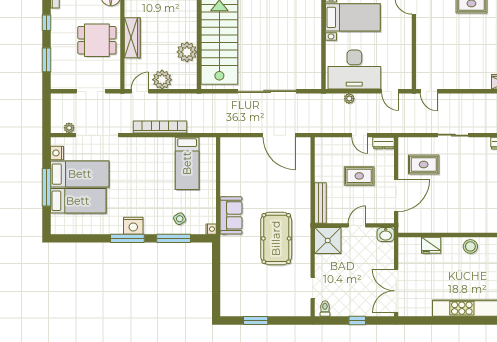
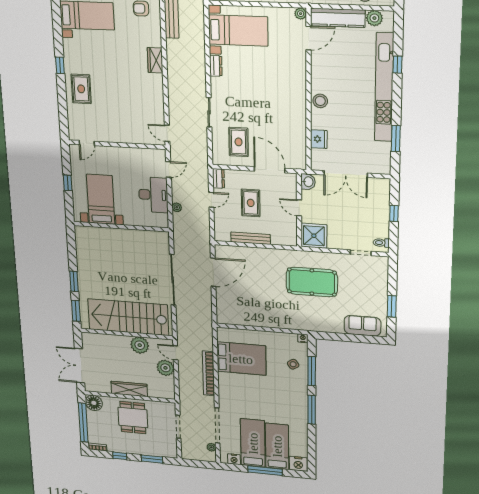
desk: (354, 70) -> (153, 195), width x0.73, depth x0.77
door: (140, 91) -> (175, 353), moved
door: (429, 91) -> (167, 133), swing flipped
bed: (187, 163) -> (241, 359), width x1.50
bench: (320, 203) -> (251, 238), moved
sofa: (231, 215) -> (363, 326), moved
nightstand: (133, 226) -> (298, 464), moved, turned 90
double door: (396, 291) -> (346, 174), moved
window: (436, 320) -> (396, 138), added

